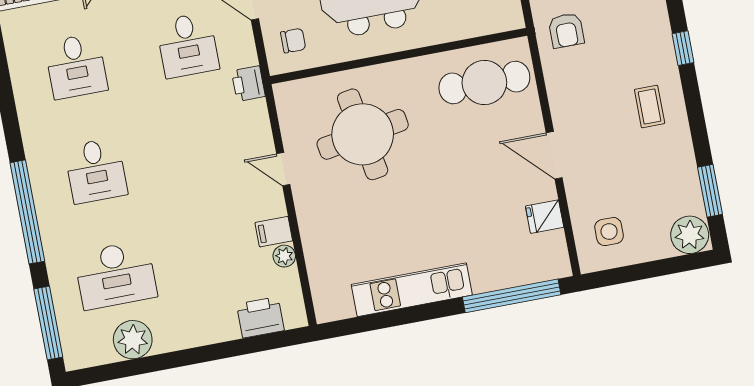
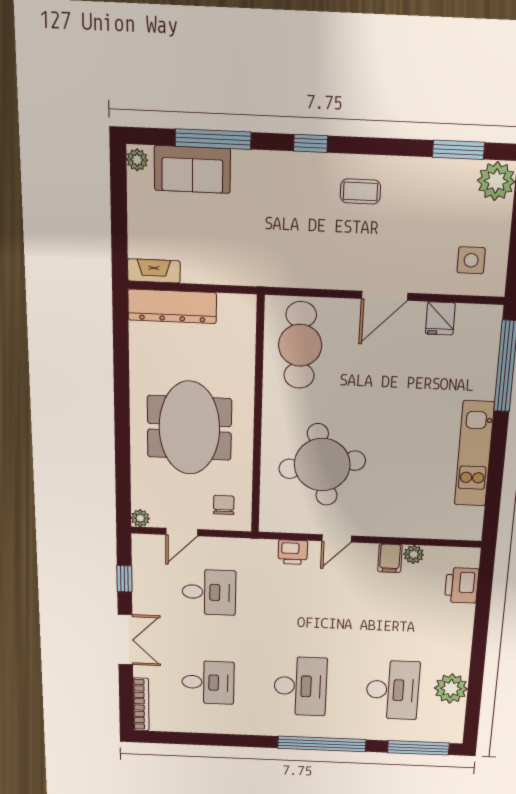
armchair: (566, 30) -> (268, 256), removed
printer: (248, 84) -> (293, 552), moved
desk: (96, 171) -> (300, 686), width x1.37

